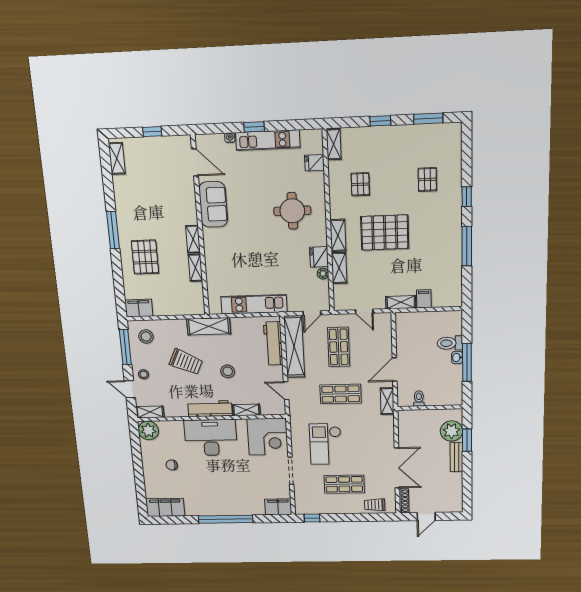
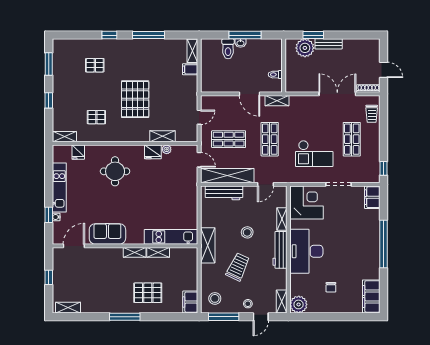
window: (254, 127) -> (49, 215), moved
shelving: (338, 235) -> (136, 136), removed
shelving: (401, 302) -> (192, 51), moved
kitchen unit: (254, 304) -> (171, 237), moved, turned 90

